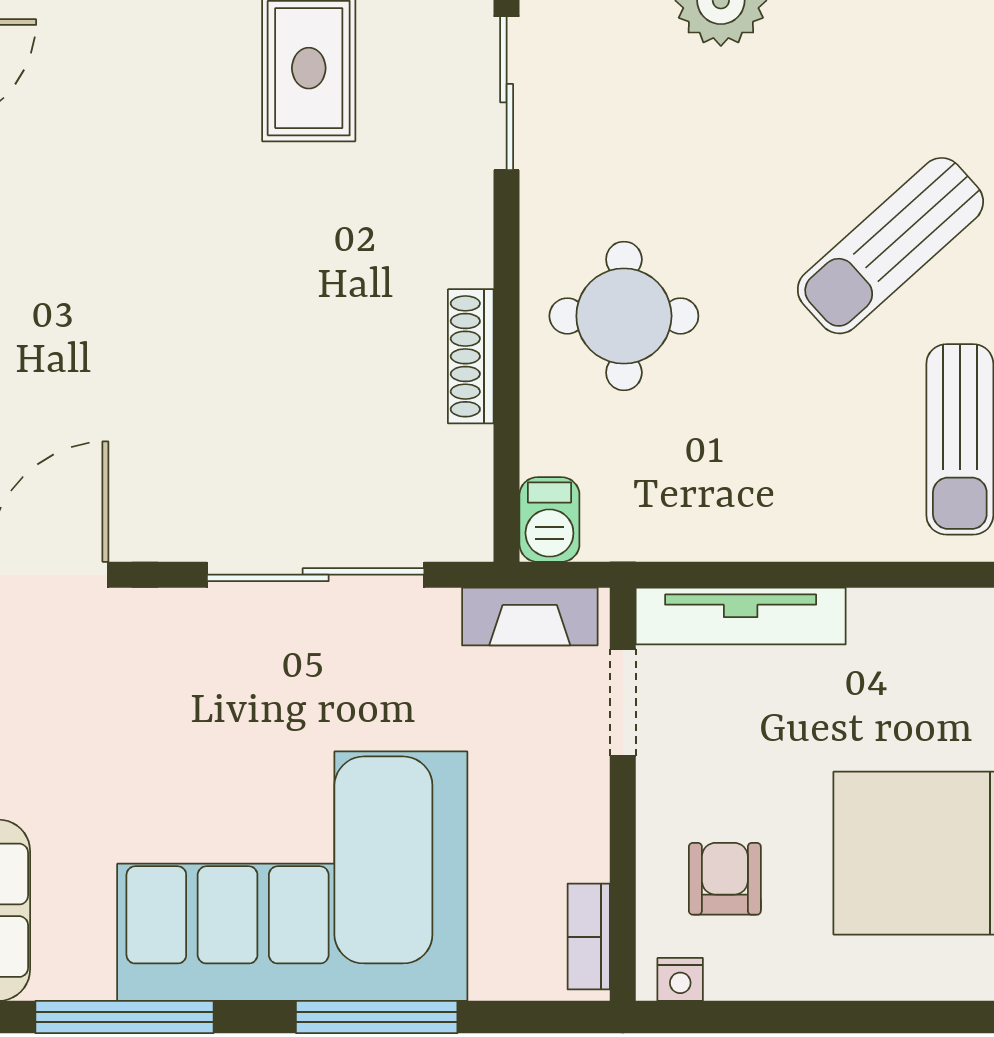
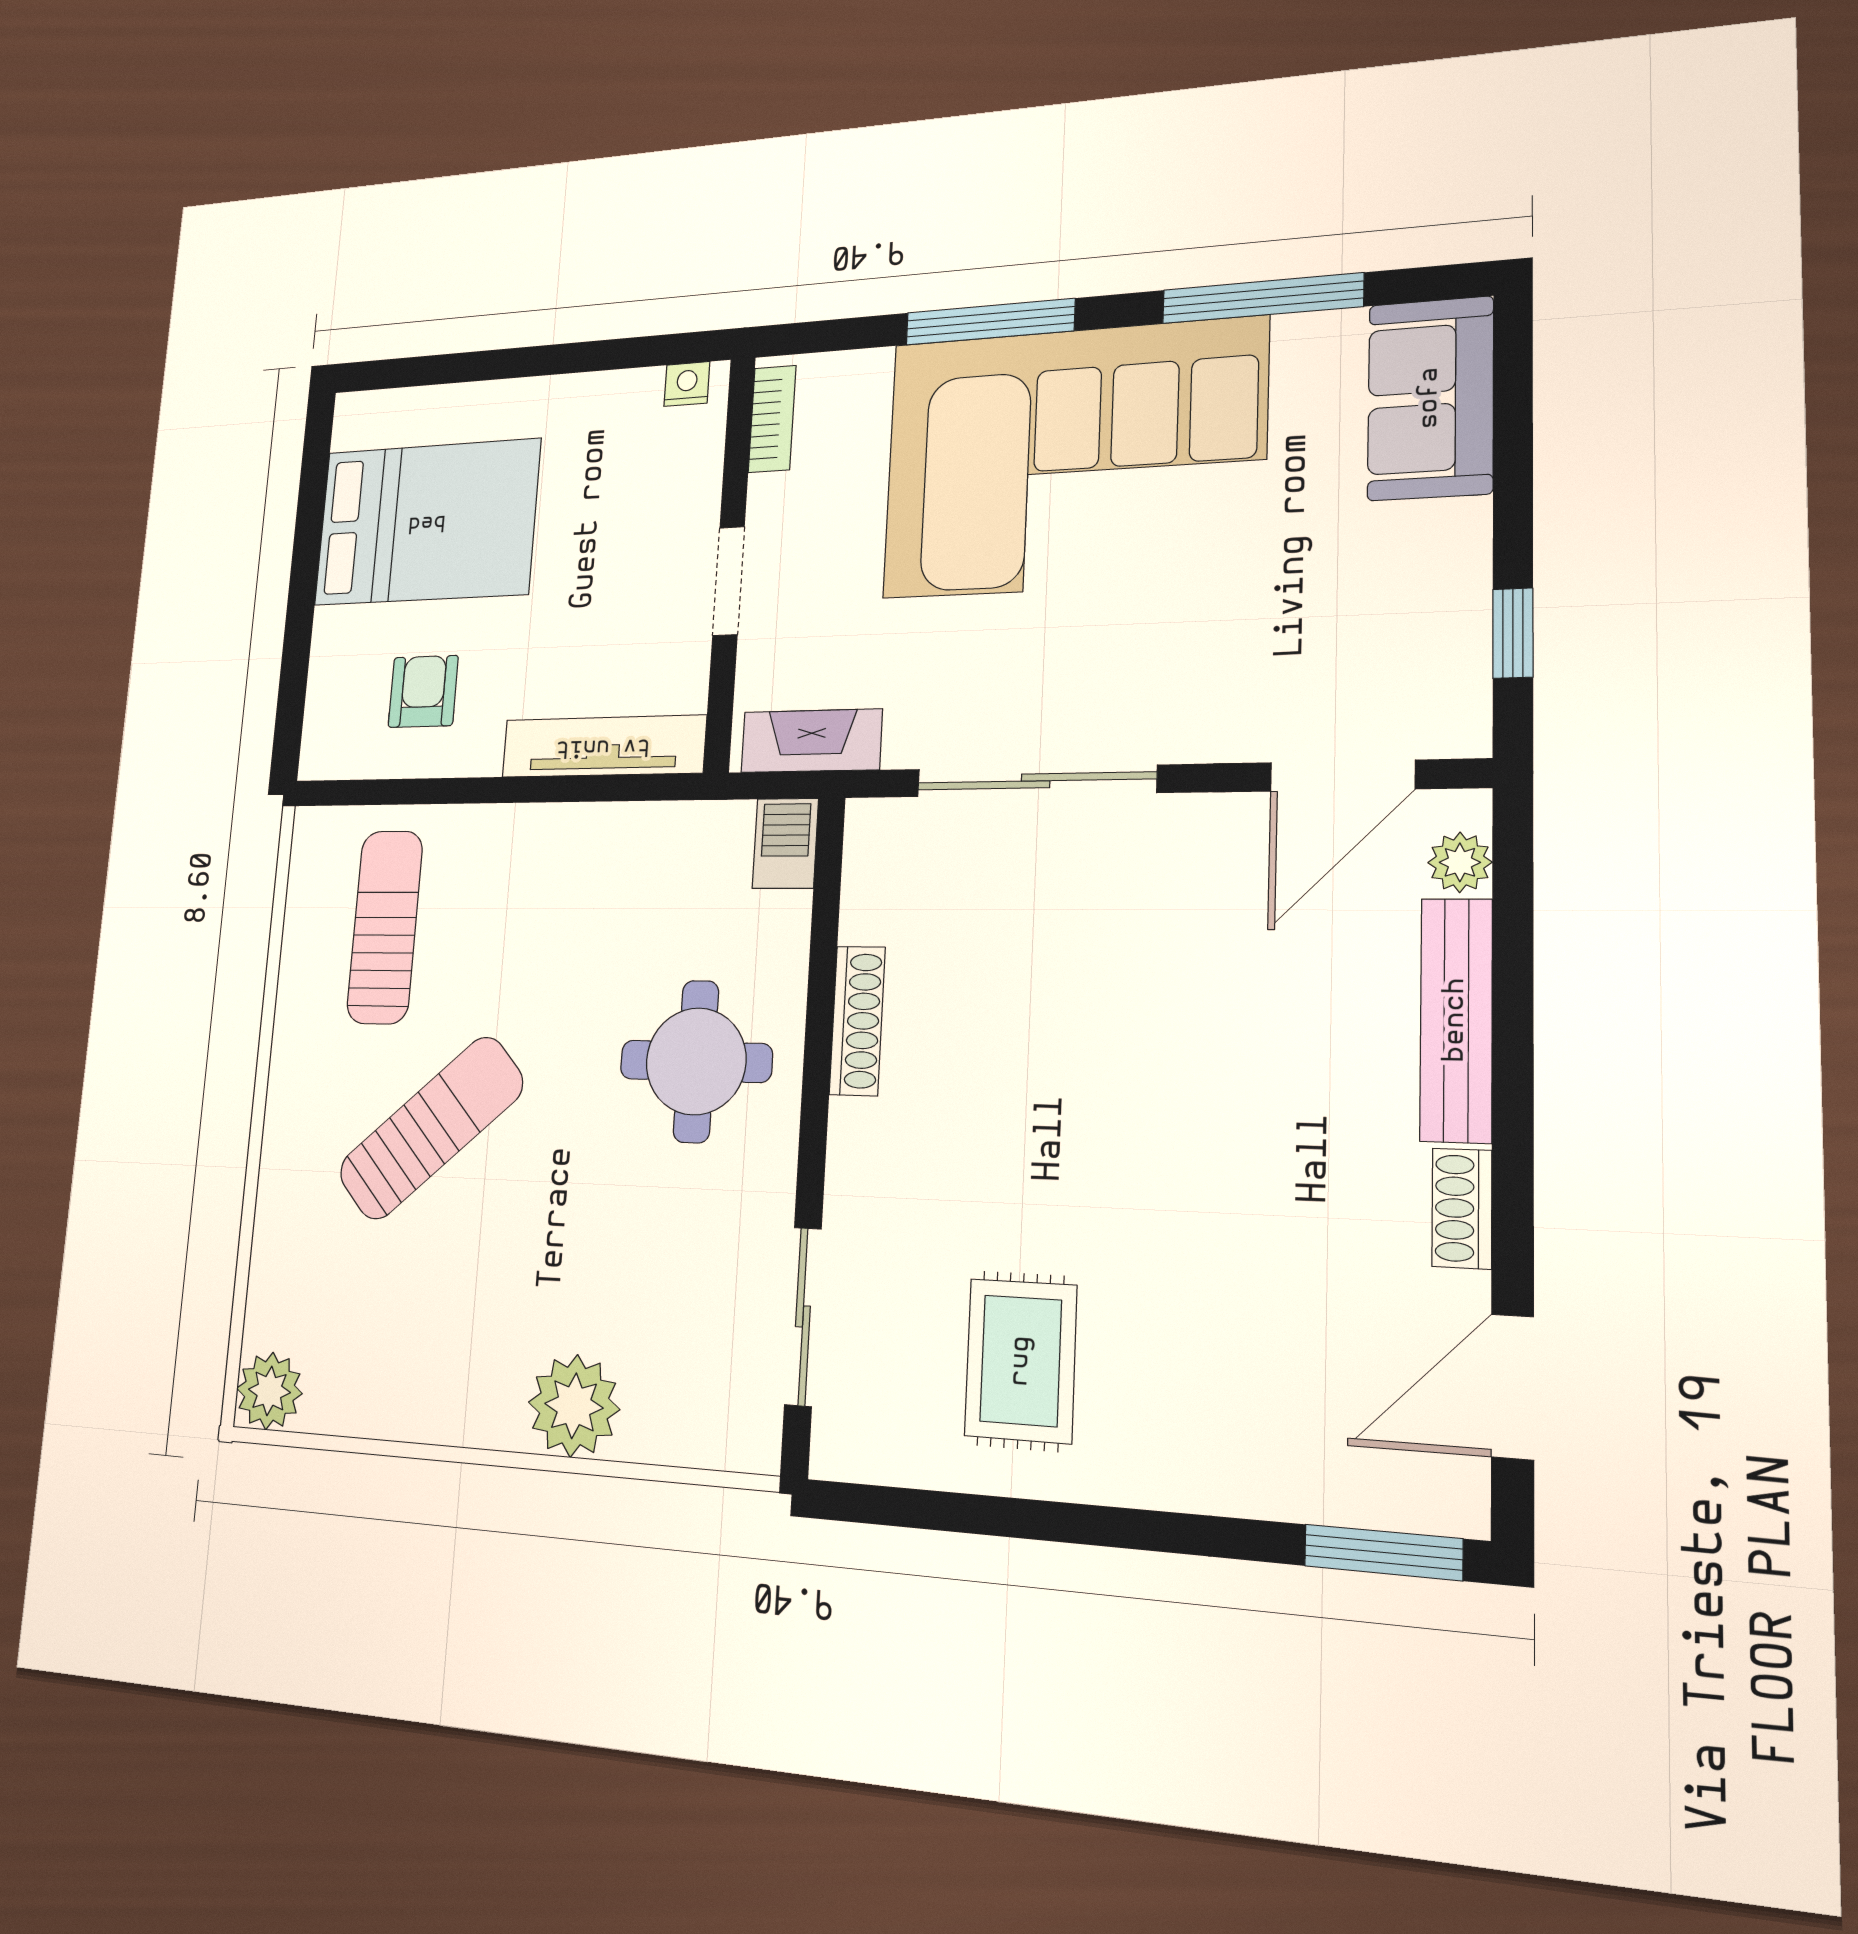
doorway: (623, 703) -> (729, 581), moved
armchair: (725, 879) -> (423, 691), moved, turned 180

